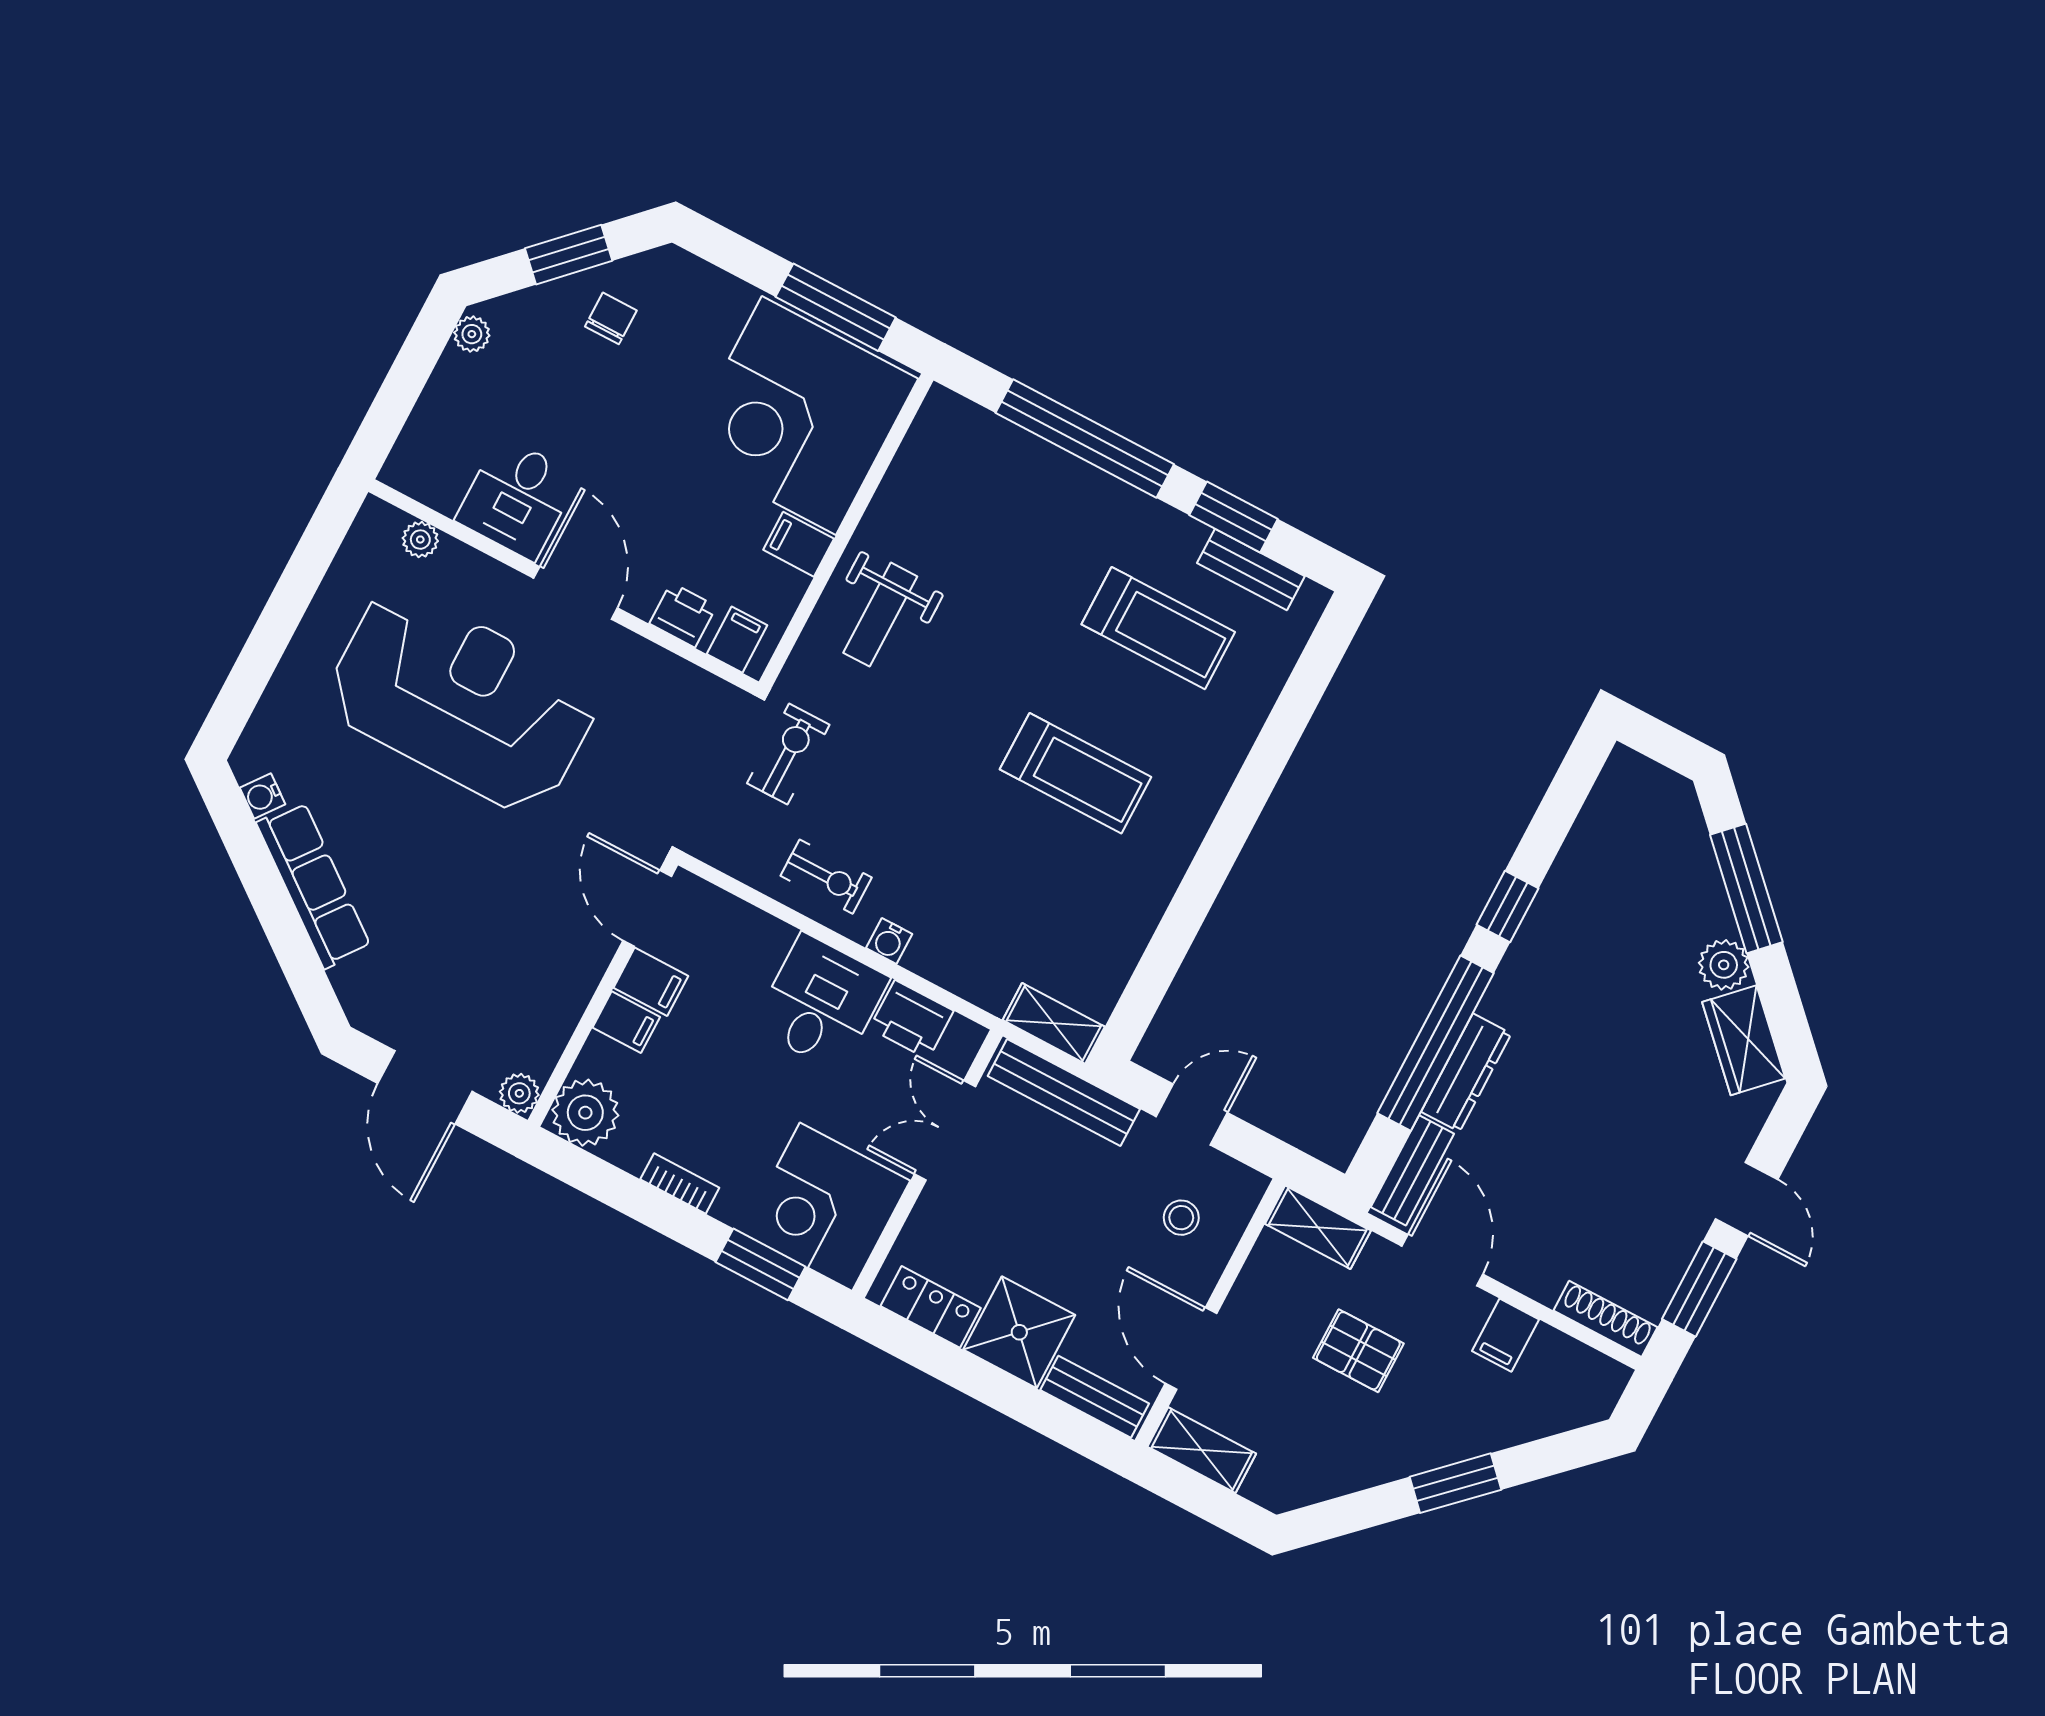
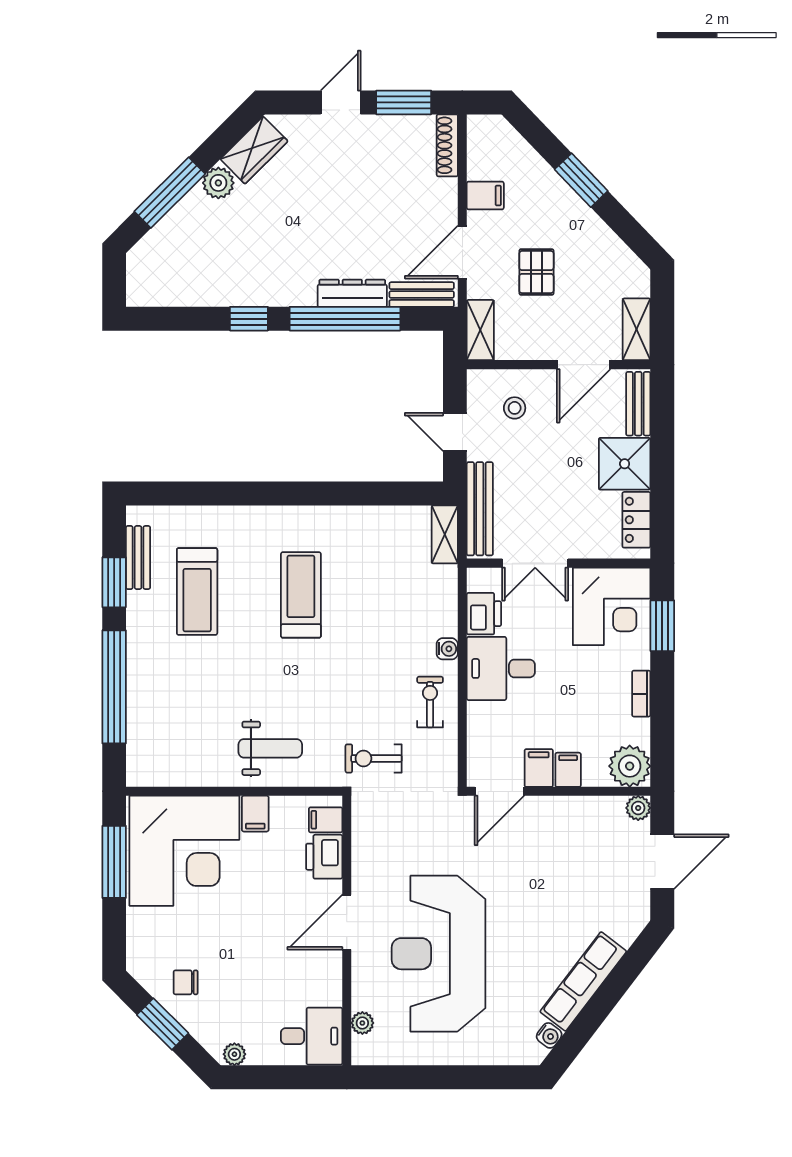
desk: (517, 498) -> (312, 1036), moved
printer: (683, 615) -> (324, 857), width x1.36, depth x1.24
treadmill: (1158, 628) -> (197, 591), turned 180

